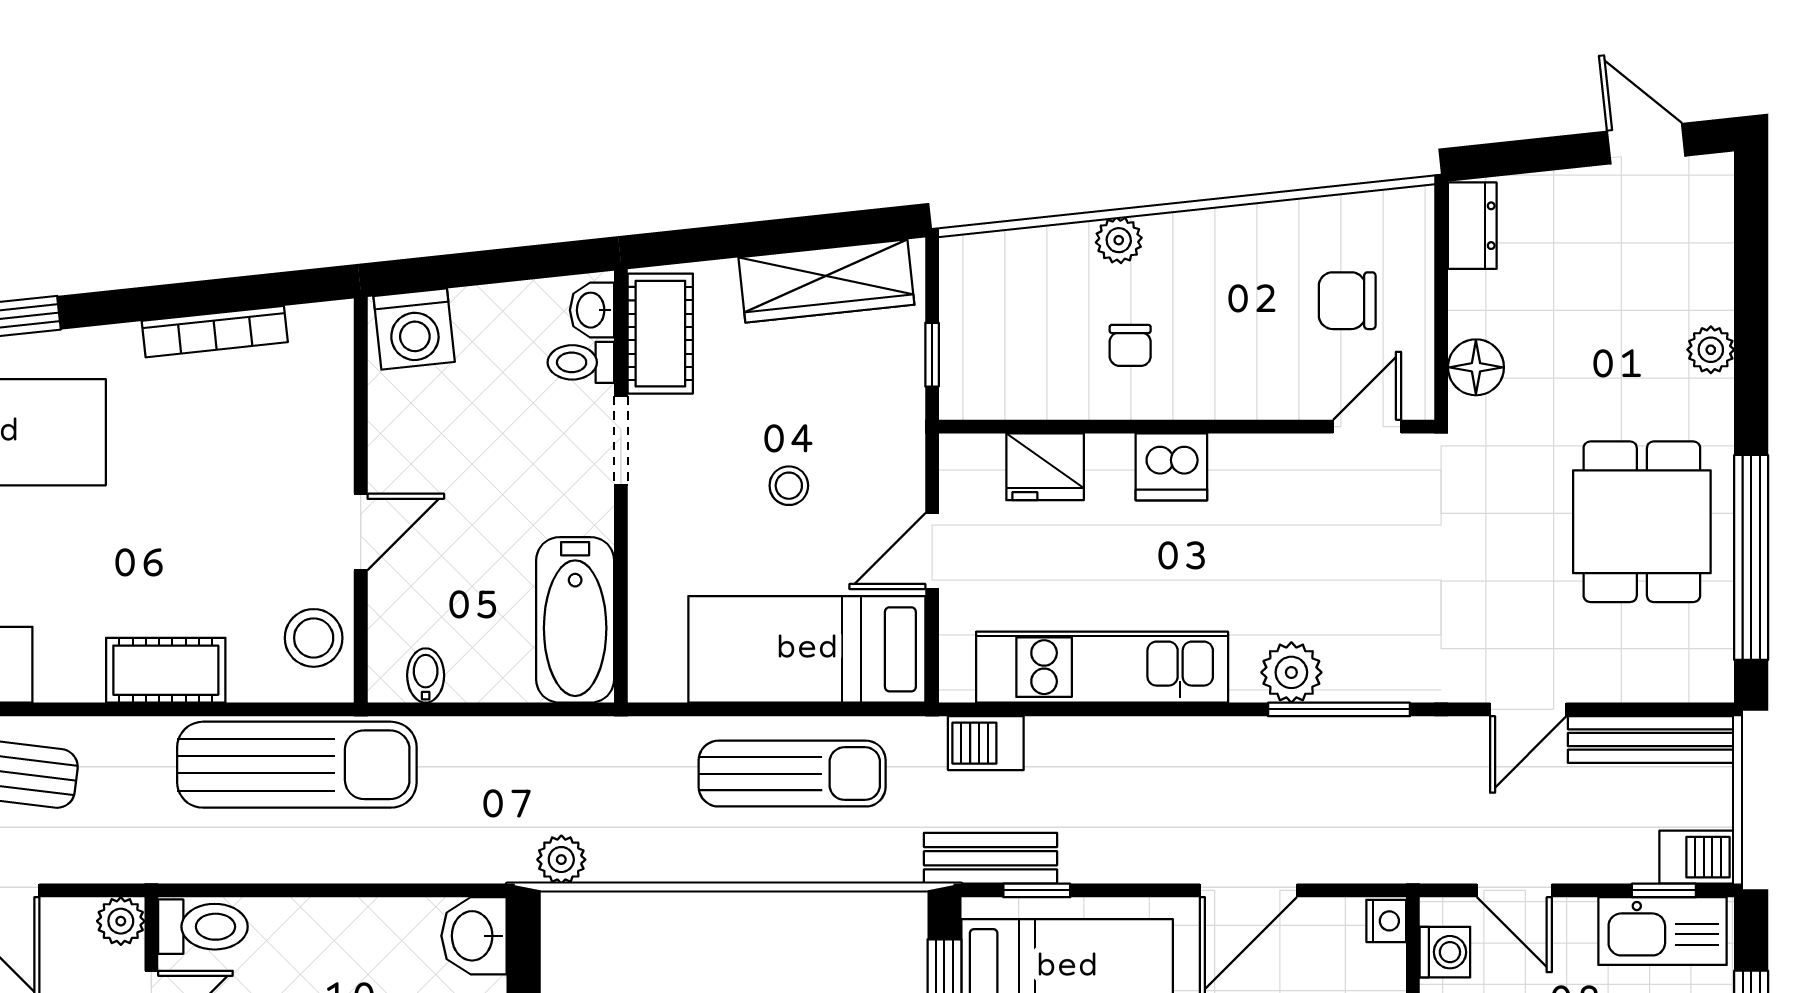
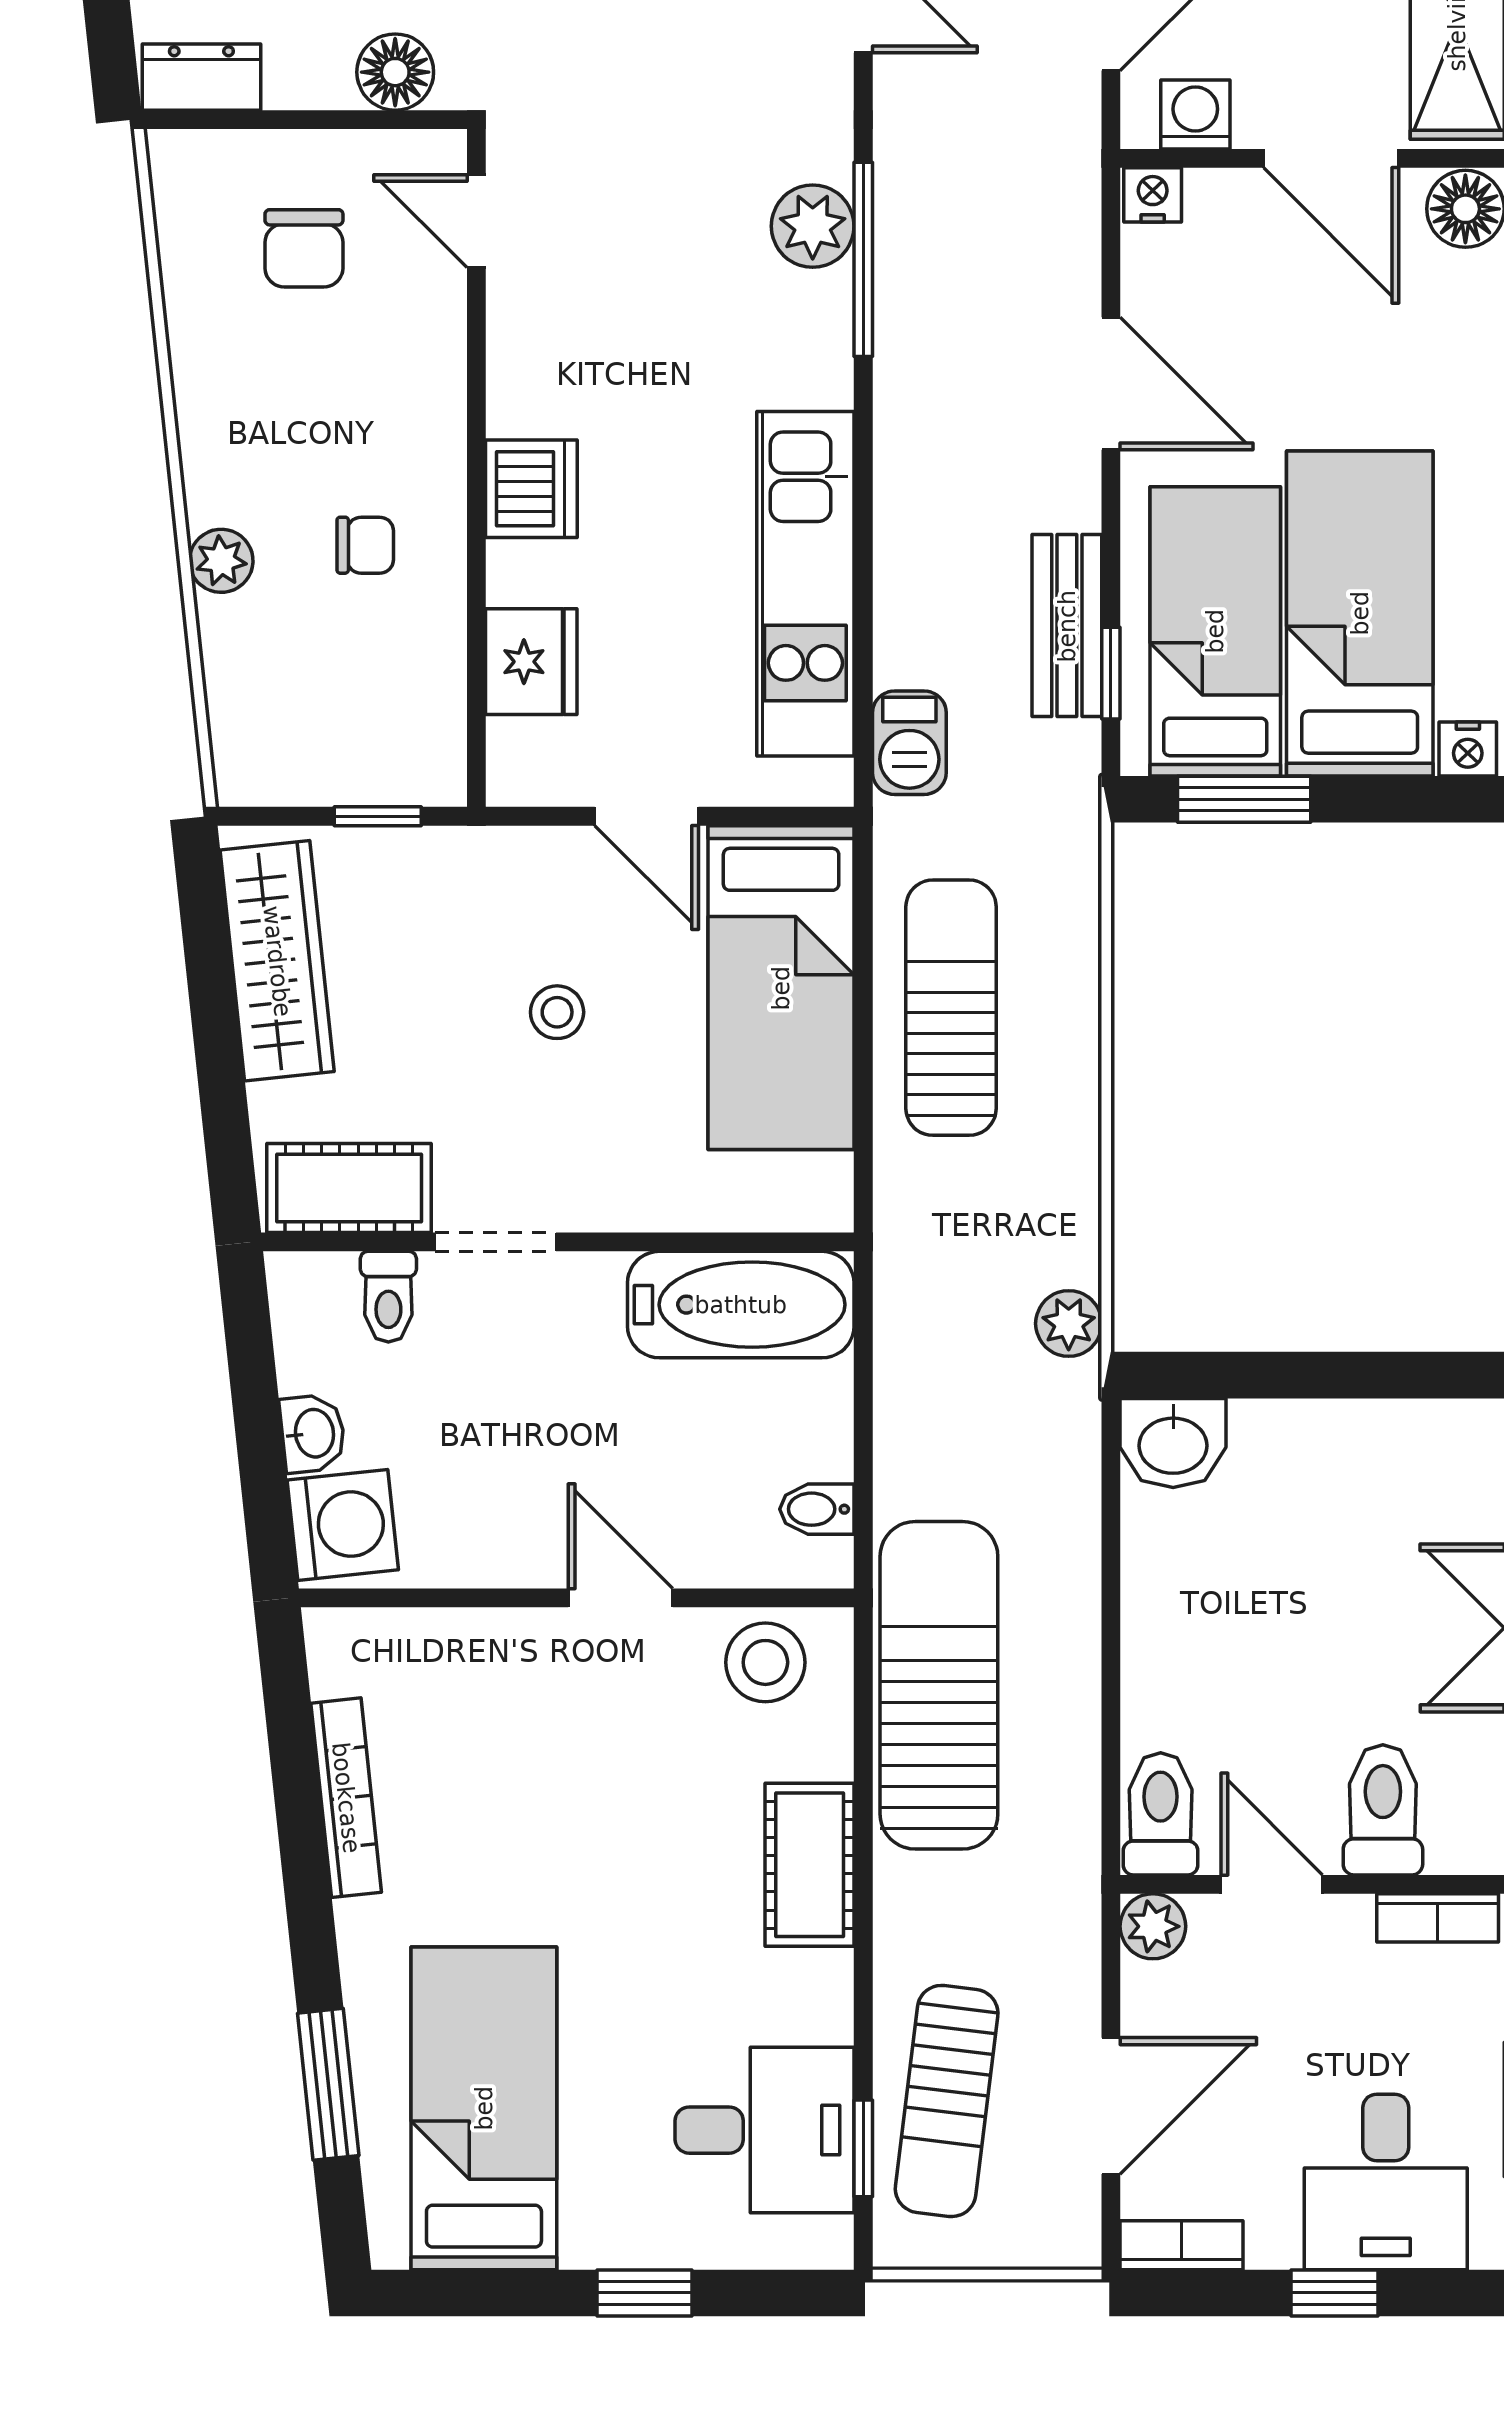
washbasin: (592, 310) -> (313, 1433), moved, turned -96
plant: (1291, 672) -> (813, 226), moved
bench: (990, 858) -> (1067, 626), moved

